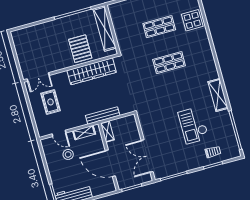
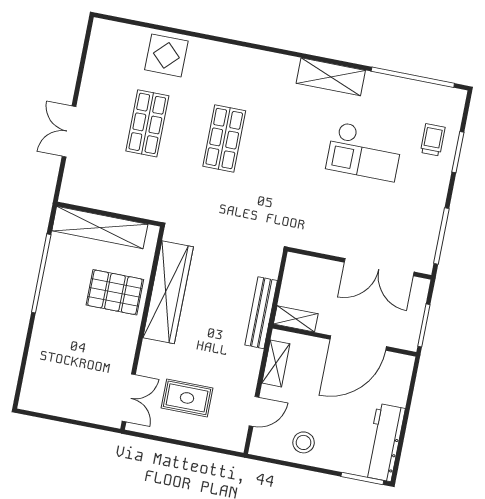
stool: (68, 154) -> (304, 442), moved

